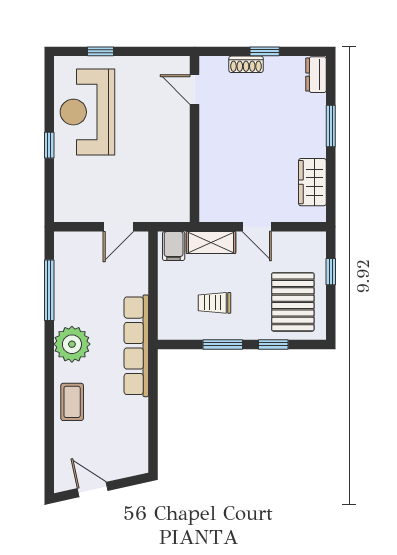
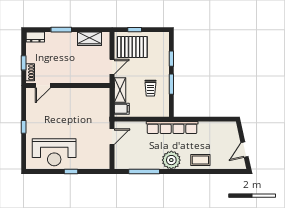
window: (101, 51) -> (24, 127), moved
door: (195, 90) -> (43, 85), moved
wall: (195, 139) -> (68, 85), moved
door: (118, 227) -> (112, 137), hinge flipped
pallet: (293, 302) -> (132, 47), moved

